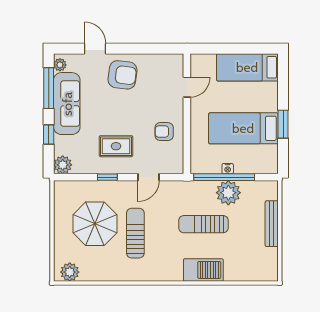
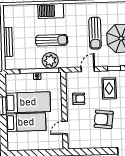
bed: (247, 67) -> (26, 122), moved
armchair: (122, 75) -> (104, 119), moved
rug: (116, 146) -> (109, 88), turned 90
plant: (228, 193) -> (50, 60), moved

